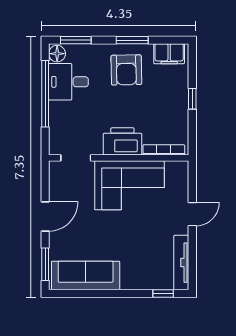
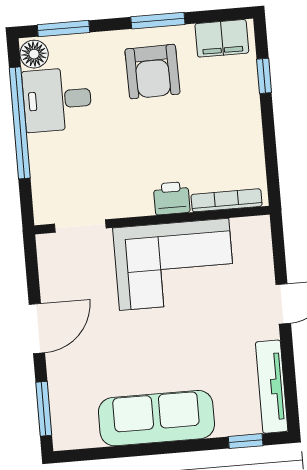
window: (192, 99) -> (264, 76), moved
printer: (122, 141) -> (172, 198), width x0.53, depth x0.68
sofa: (86, 275) -> (156, 418), moved

